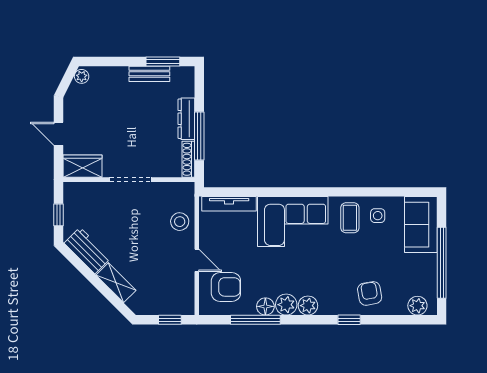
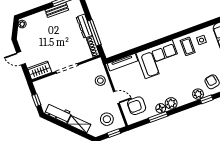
armchair: (226, 287) -> (137, 106), turned 180
stool: (167, 291) -> (107, 119), added
plant: (308, 306) -> (198, 94), moved
window: (255, 320) -> (158, 117), width x0.69

